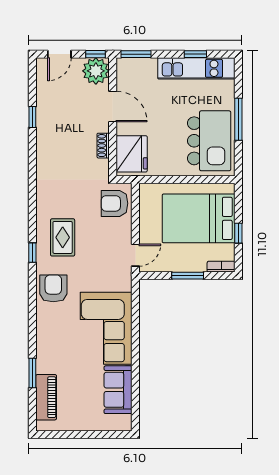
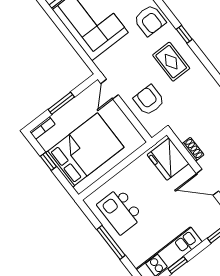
kitchen island: (209, 141) -> (120, 211), width x0.73, depth x0.78
armchair: (114, 203) -> (149, 100), moved, turned -90

